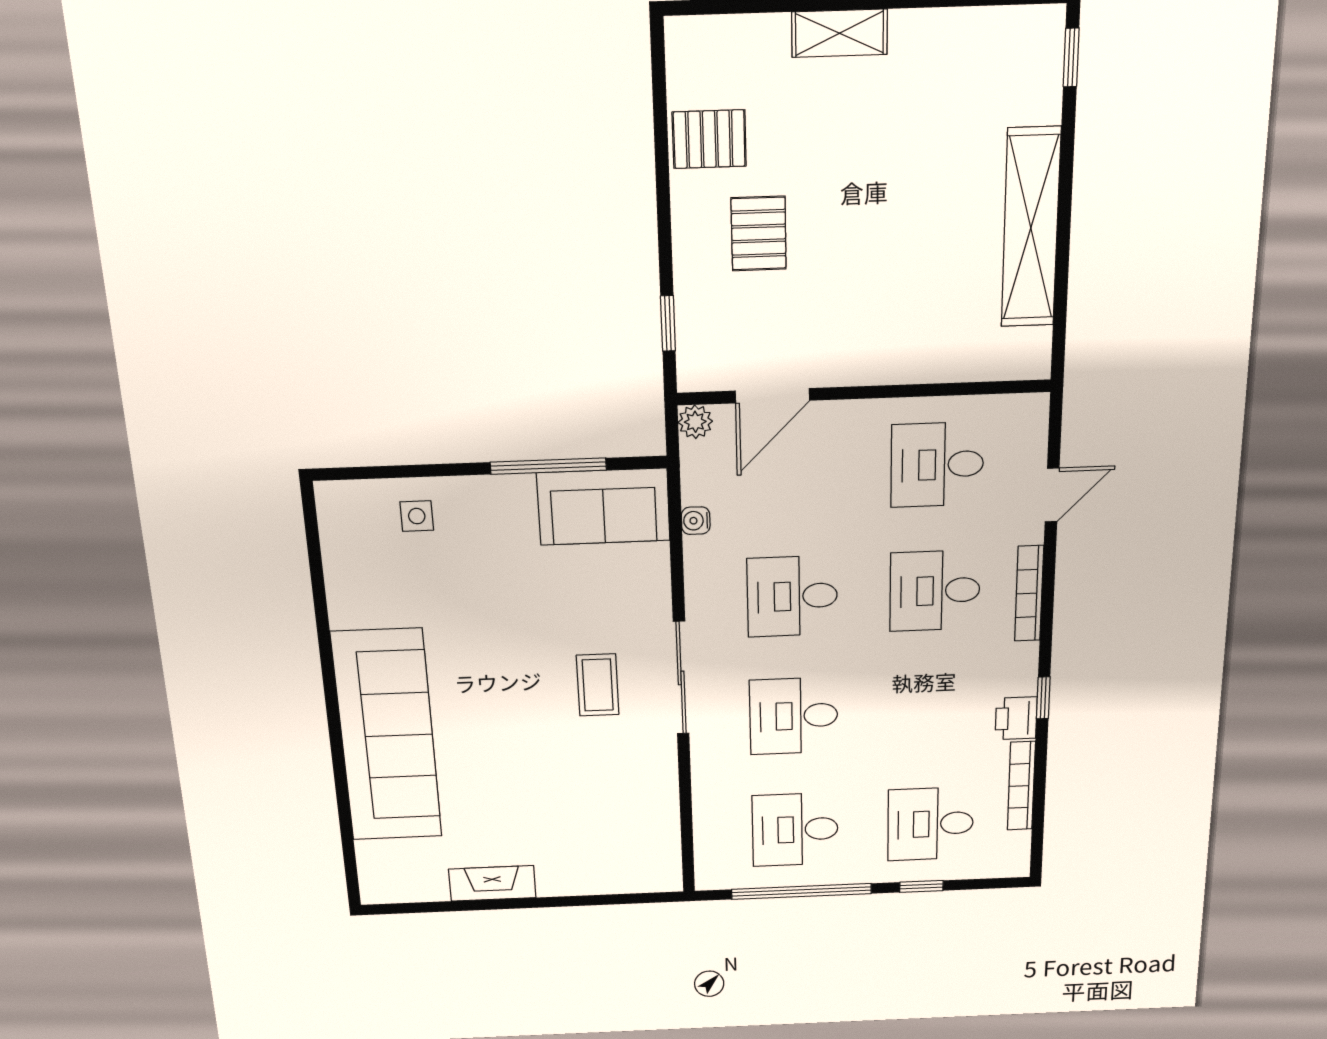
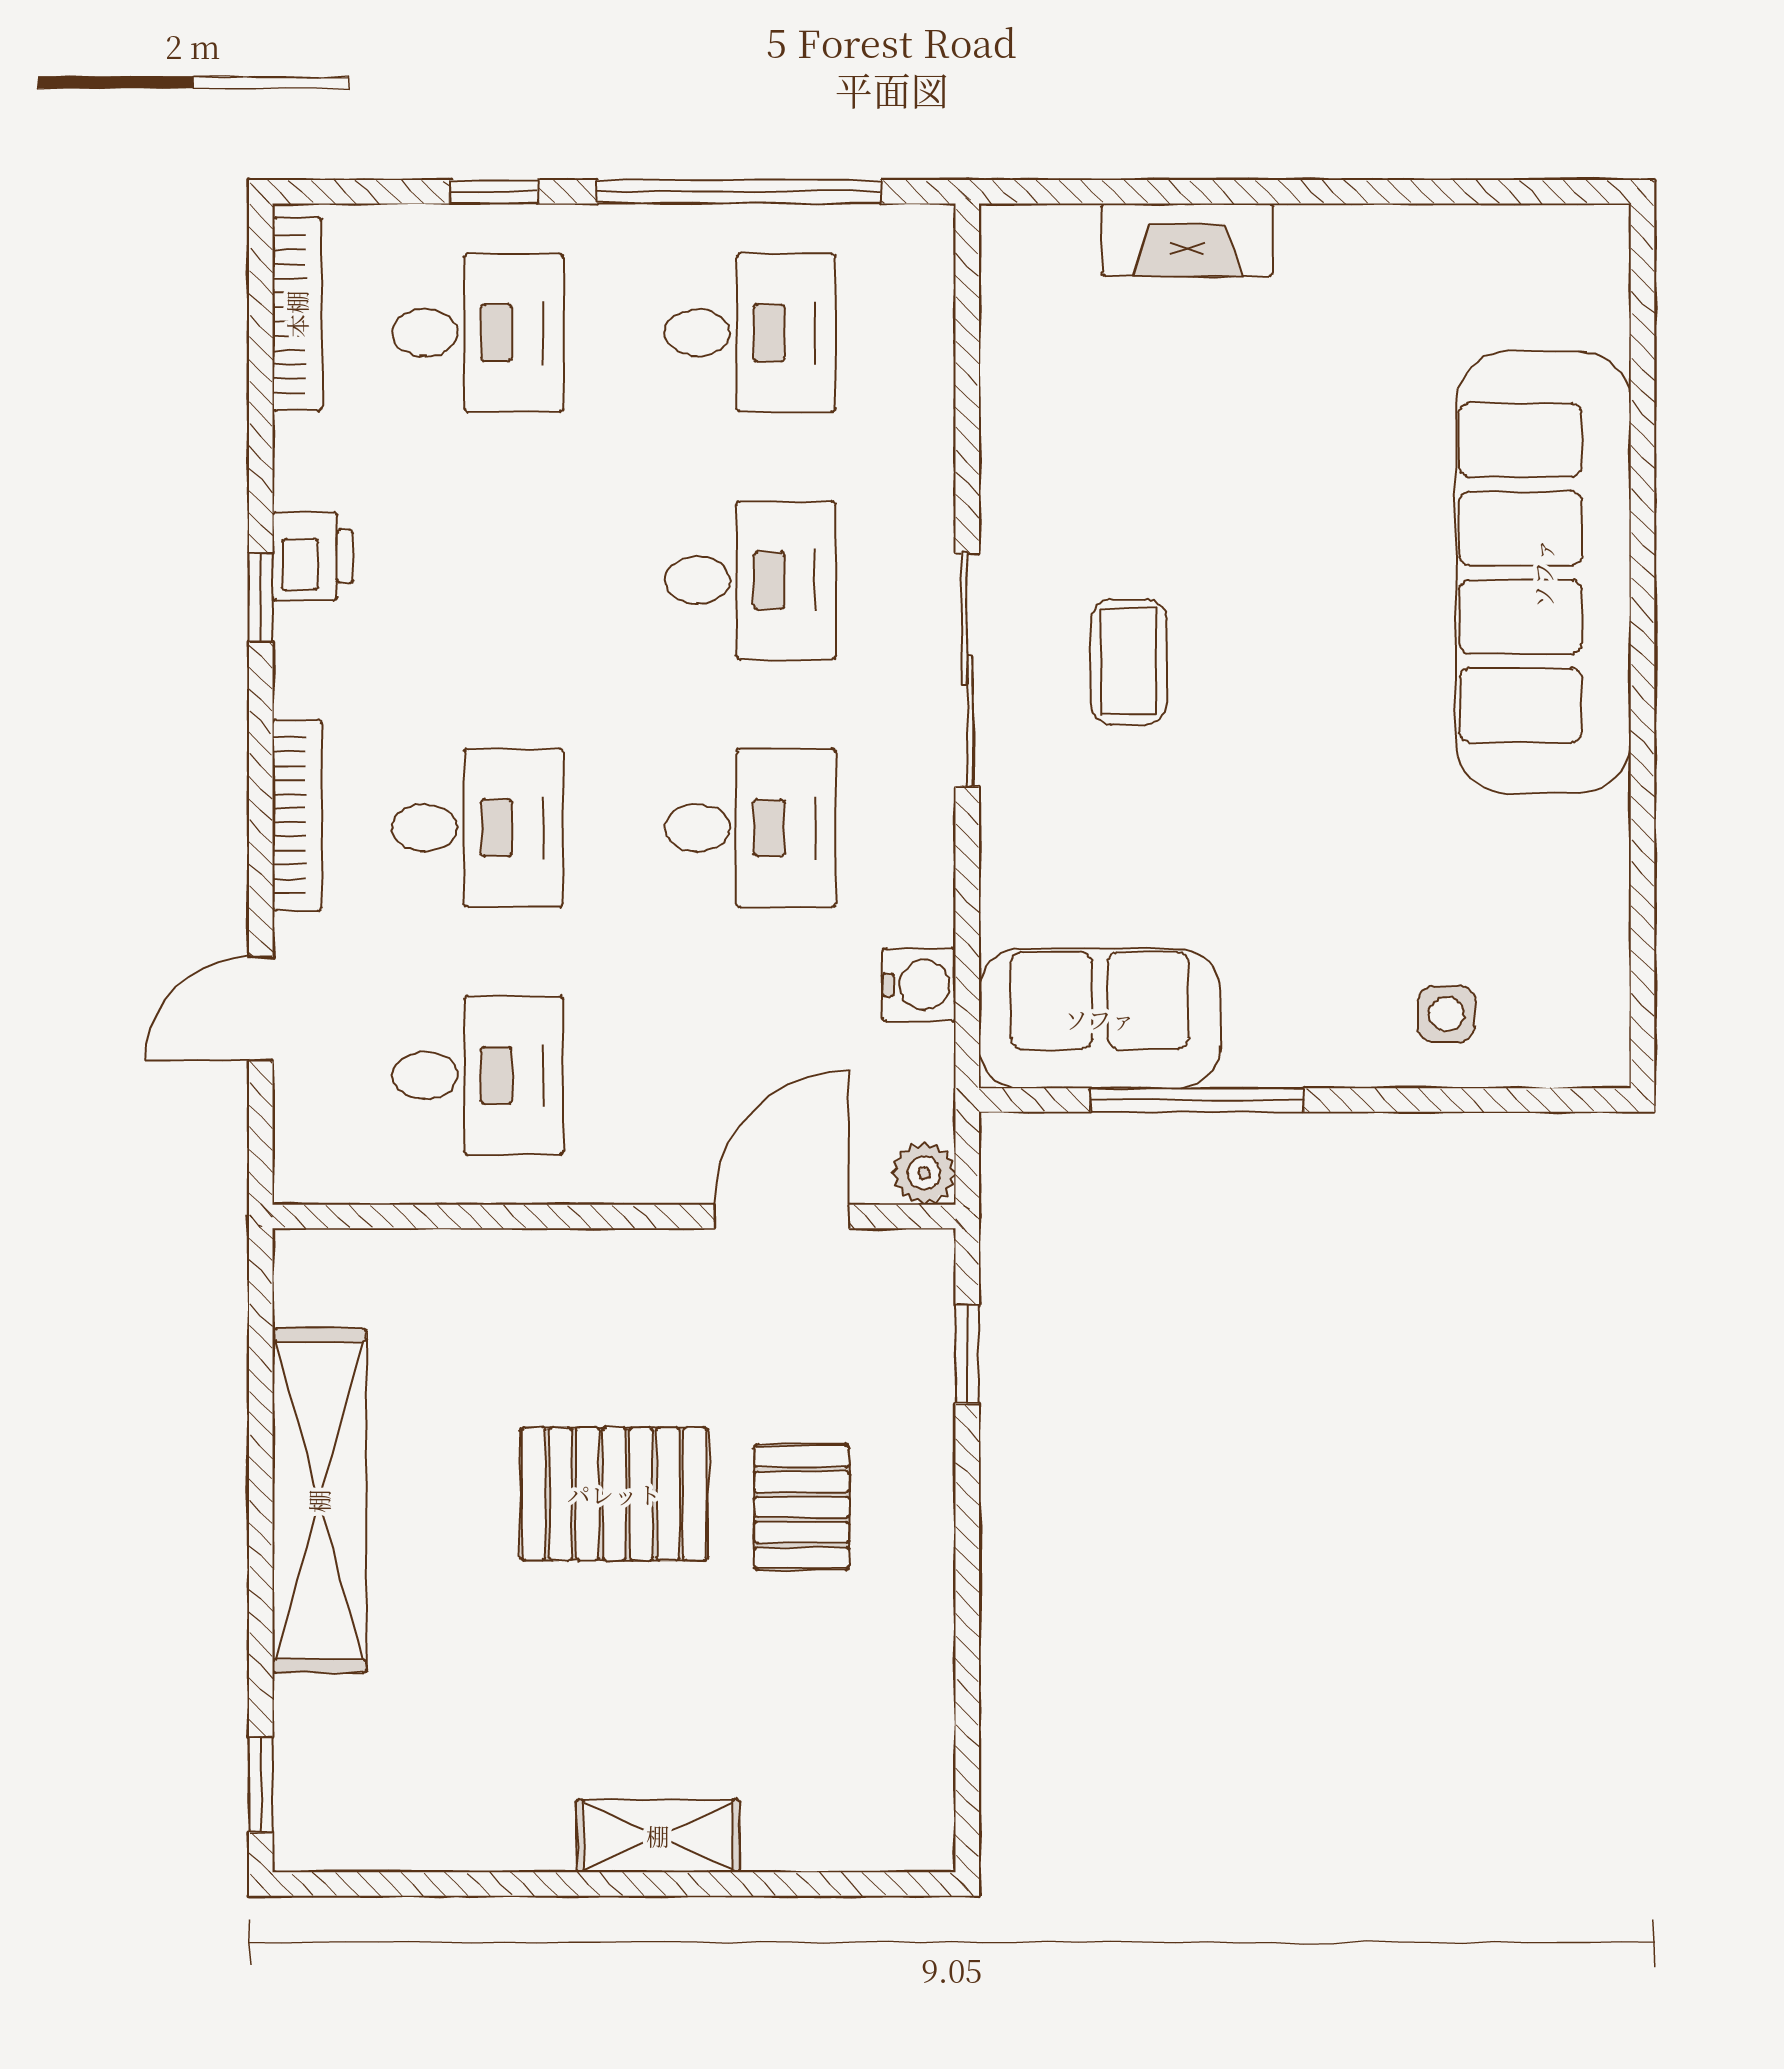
pallet: (709, 139) -> (614, 1494), moved, width x1.50, depth x1.42
water cooler: (696, 521) -> (919, 985), width x1.38, depth x1.38
bookcase: (1021, 786) -> (297, 314), moved
fireplace: (492, 883) -> (1187, 240), moved

